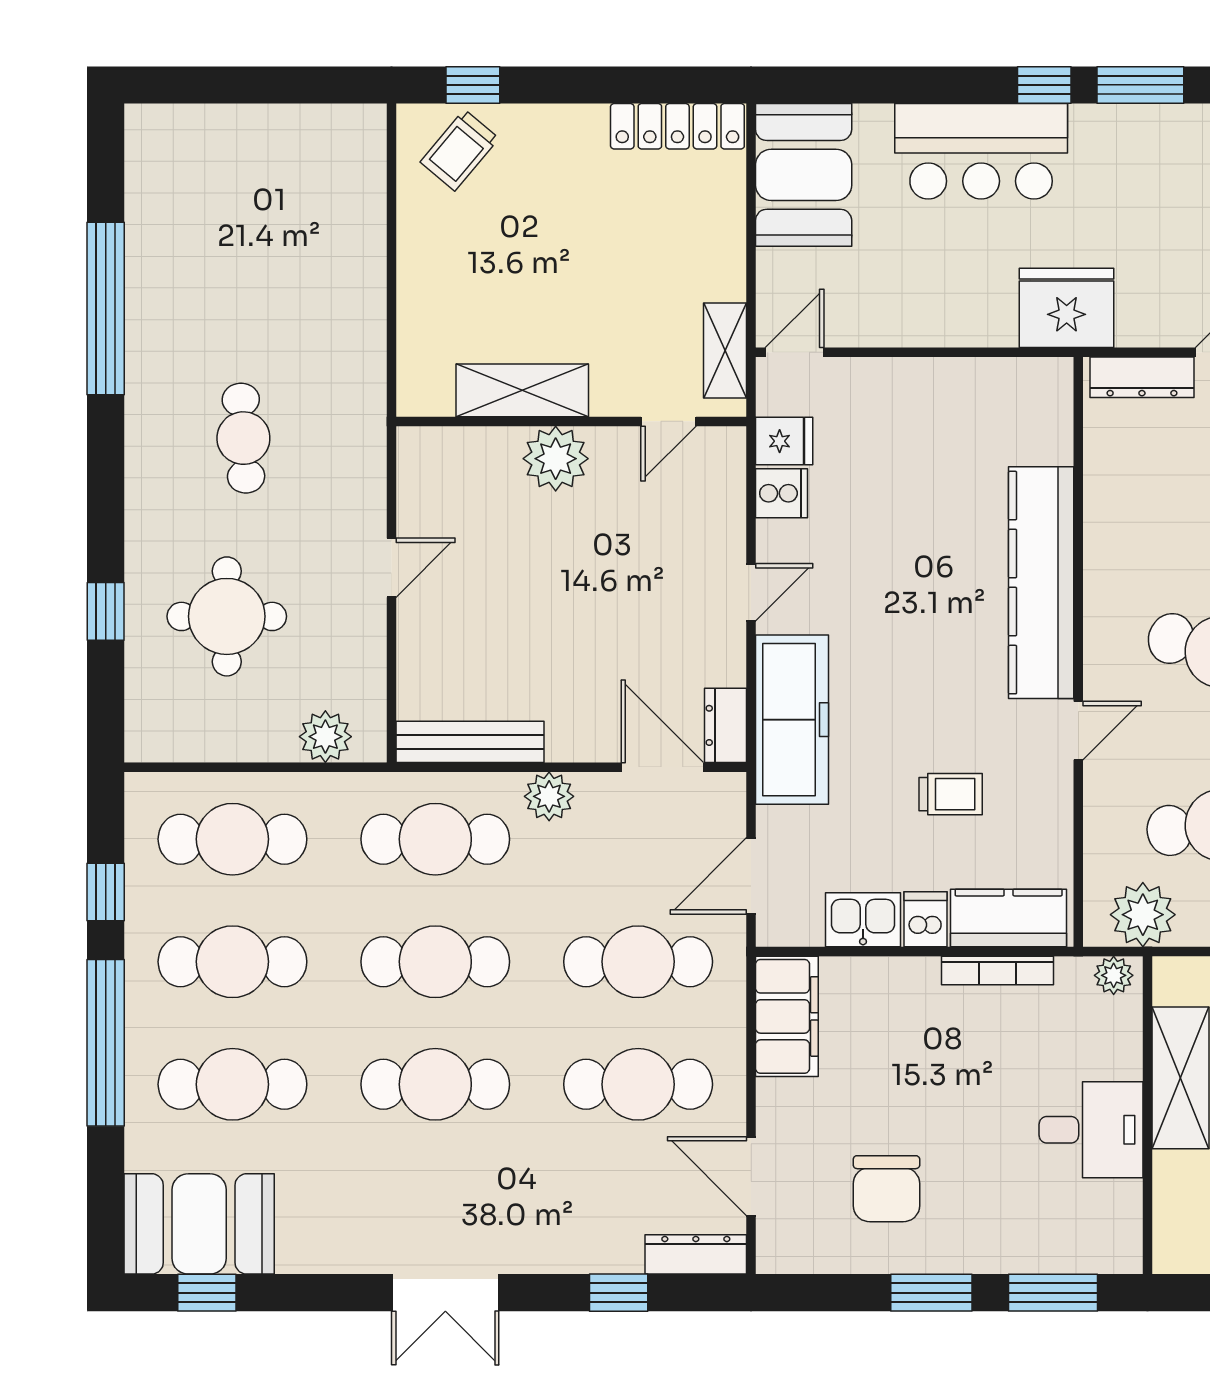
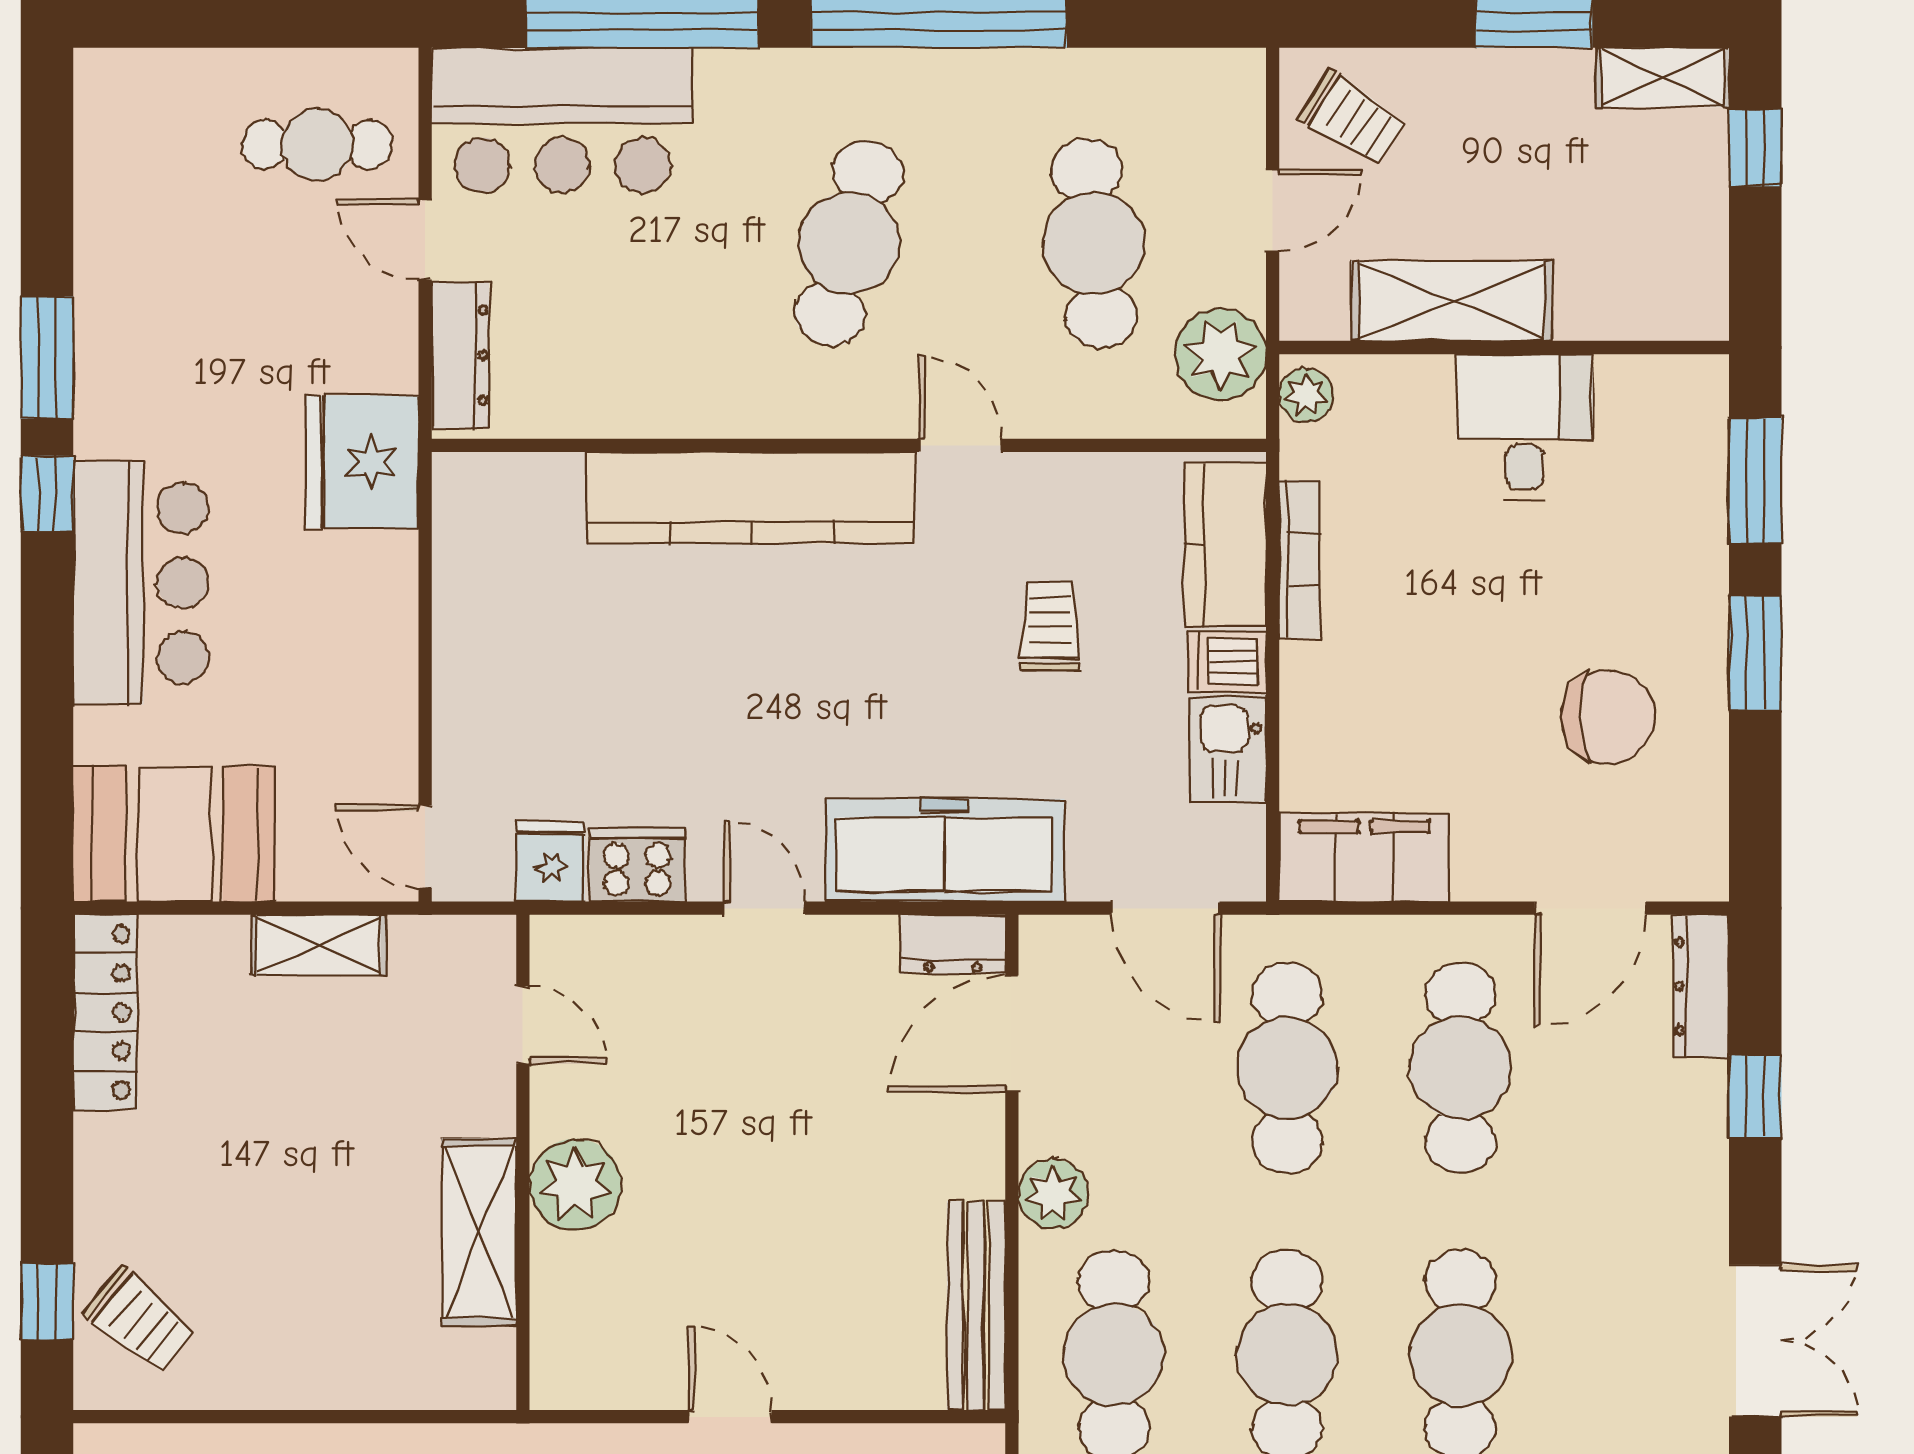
shelving: (725, 351) -> (319, 945), moved
cooker: (782, 493) -> (637, 865), width x1.36

